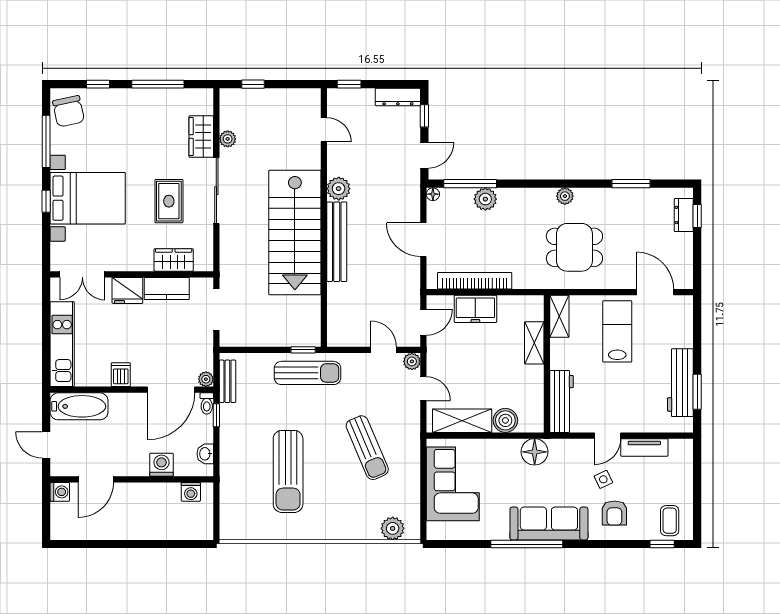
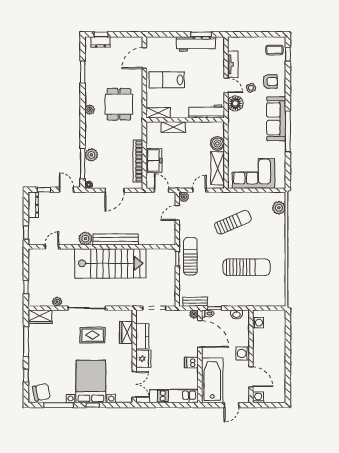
wardrobe: (201, 137) -> (40, 317), moved
bathtub: (79, 406) -> (212, 380), width x1.36, depth x1.36
floor lamp: (535, 452) -> (235, 103), moved
washing machine: (161, 465) -> (243, 353), moved

